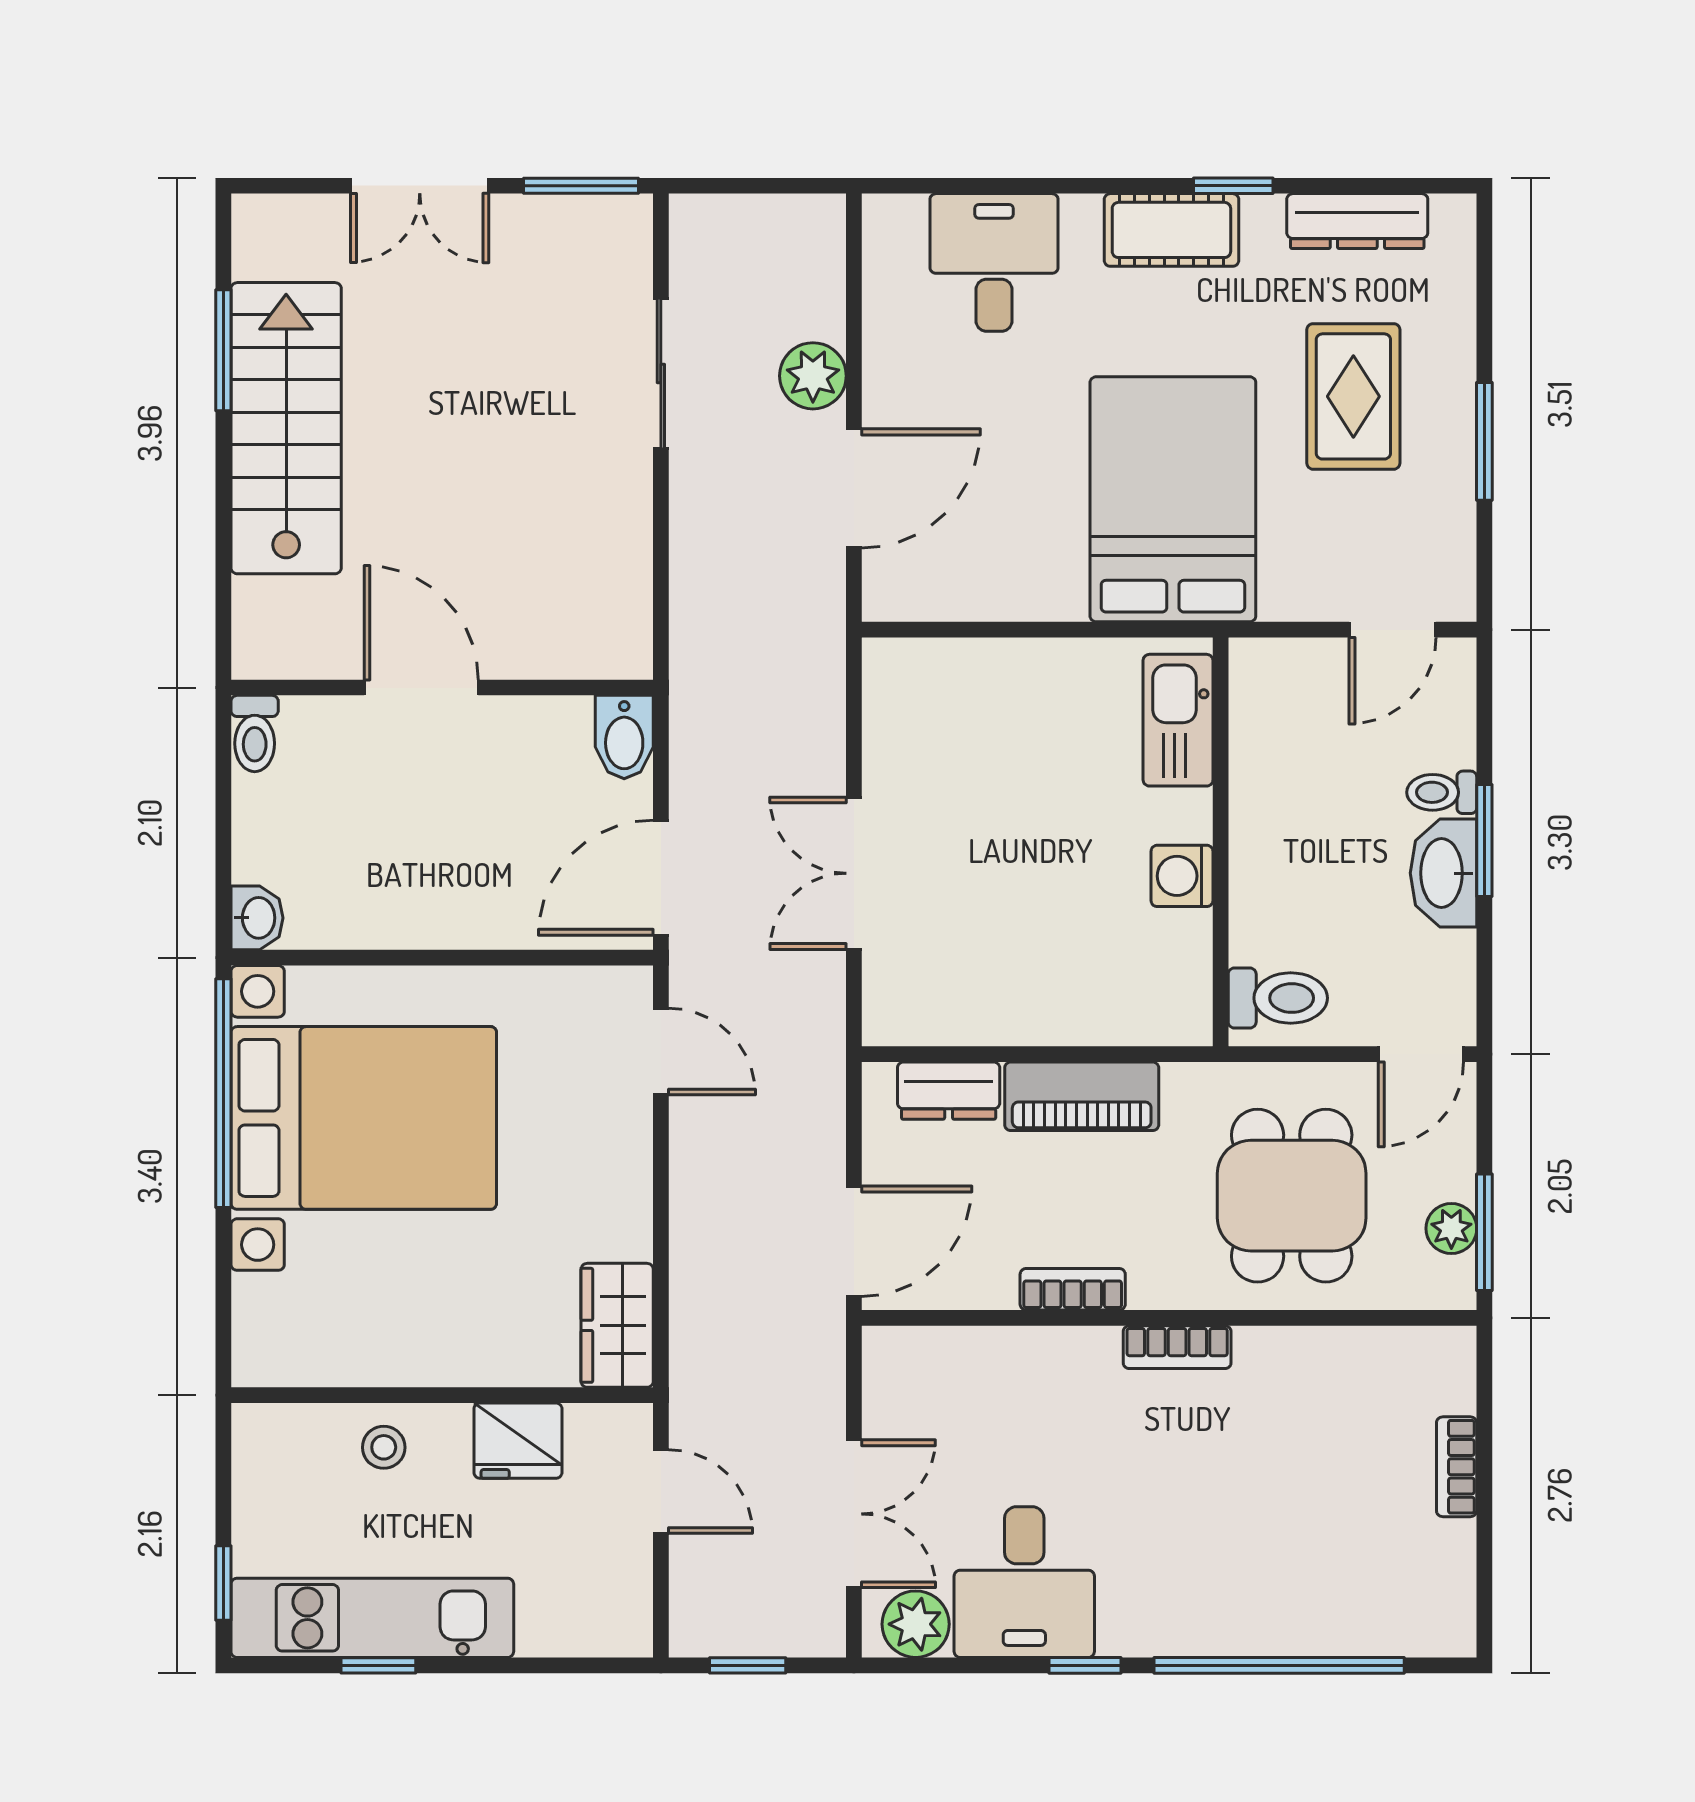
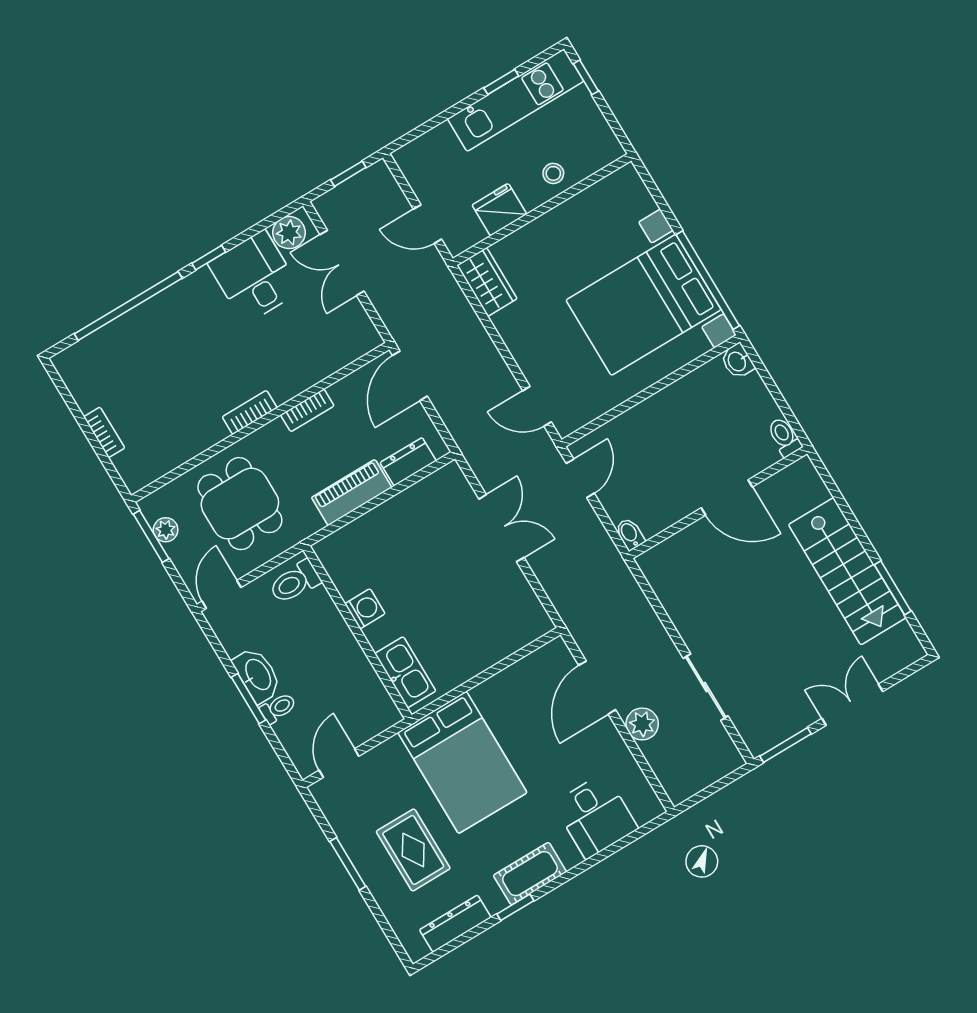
bidet: (624, 737) -> (630, 534), width x0.72, depth x0.74
door: (661, 878) -> (580, 478), width x0.73

